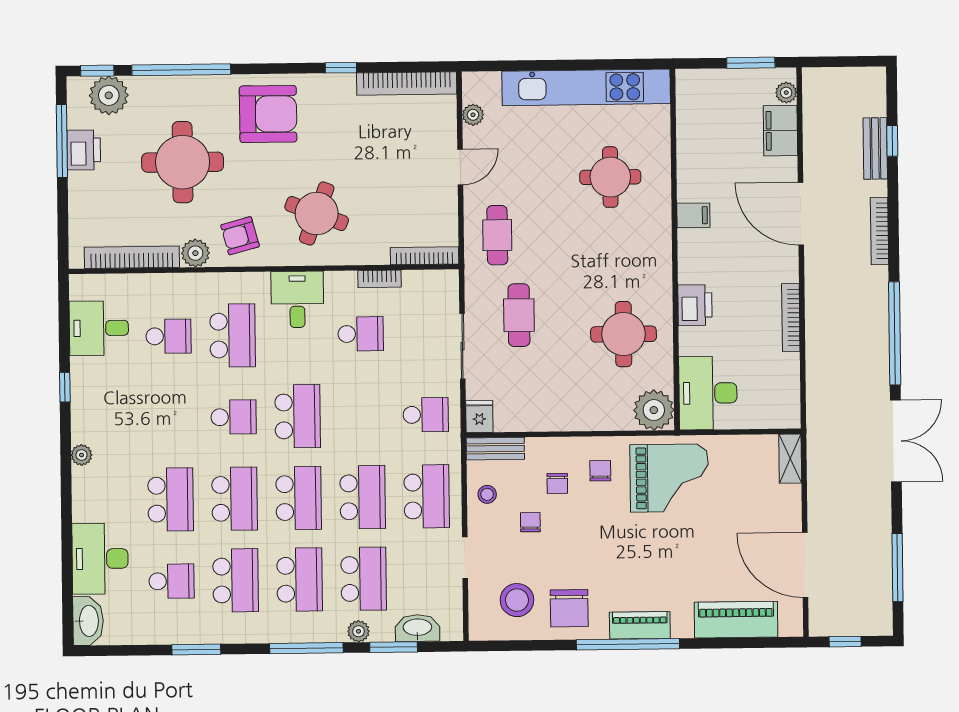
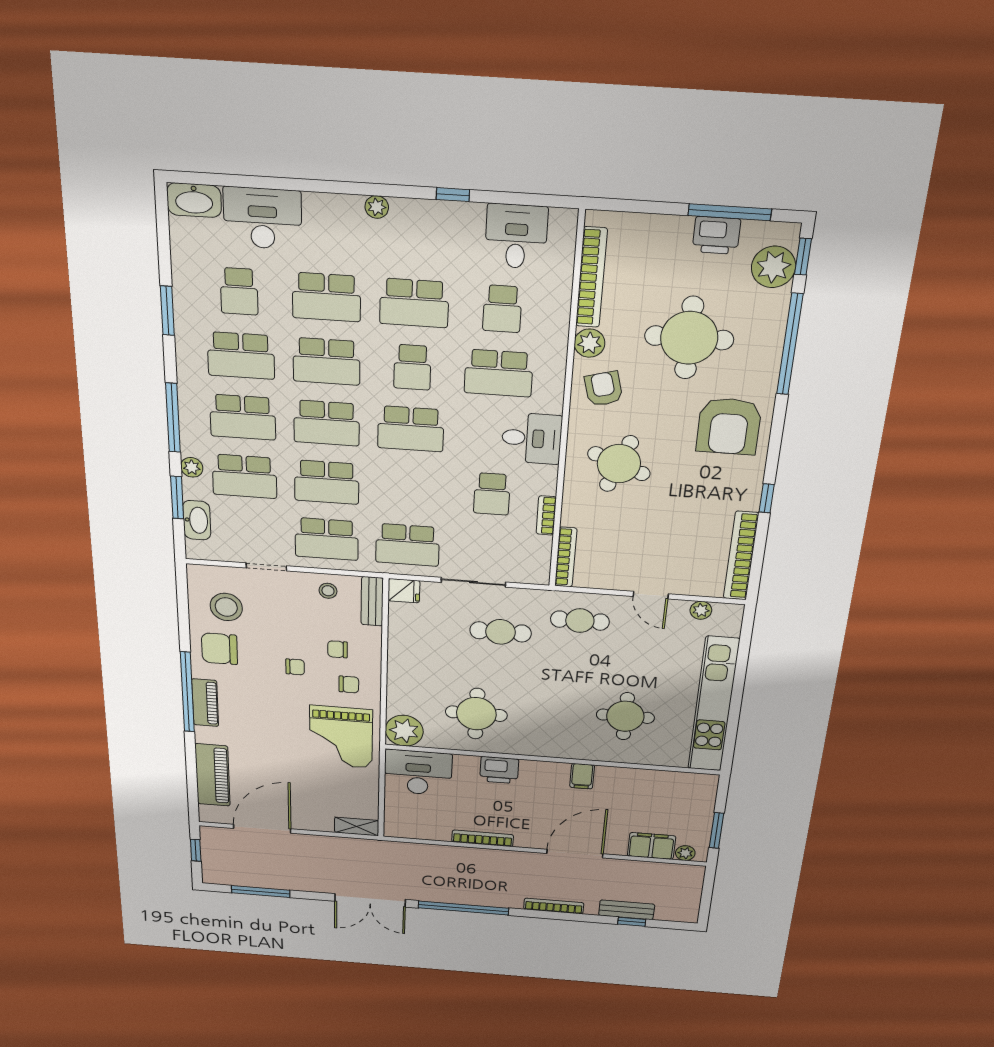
school desk: (426, 415) -> (408, 545), width x1.85
school desk: (170, 418) -> (414, 303), added
chair: (530, 522) -> (295, 667), moved

